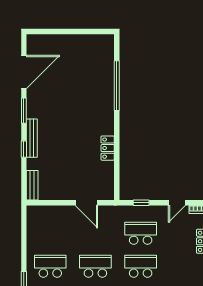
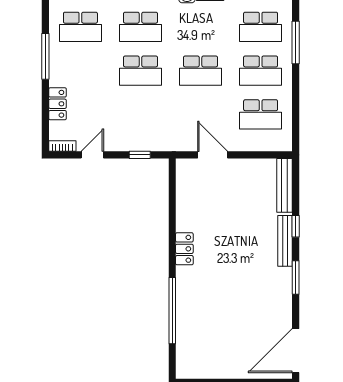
door: (24, 72) -> (296, 351), moved
locker: (108, 148) -> (184, 249), moved
bench: (32, 185) -> (285, 185), width x1.36
school desk: (141, 233) -> (261, 114), moved

